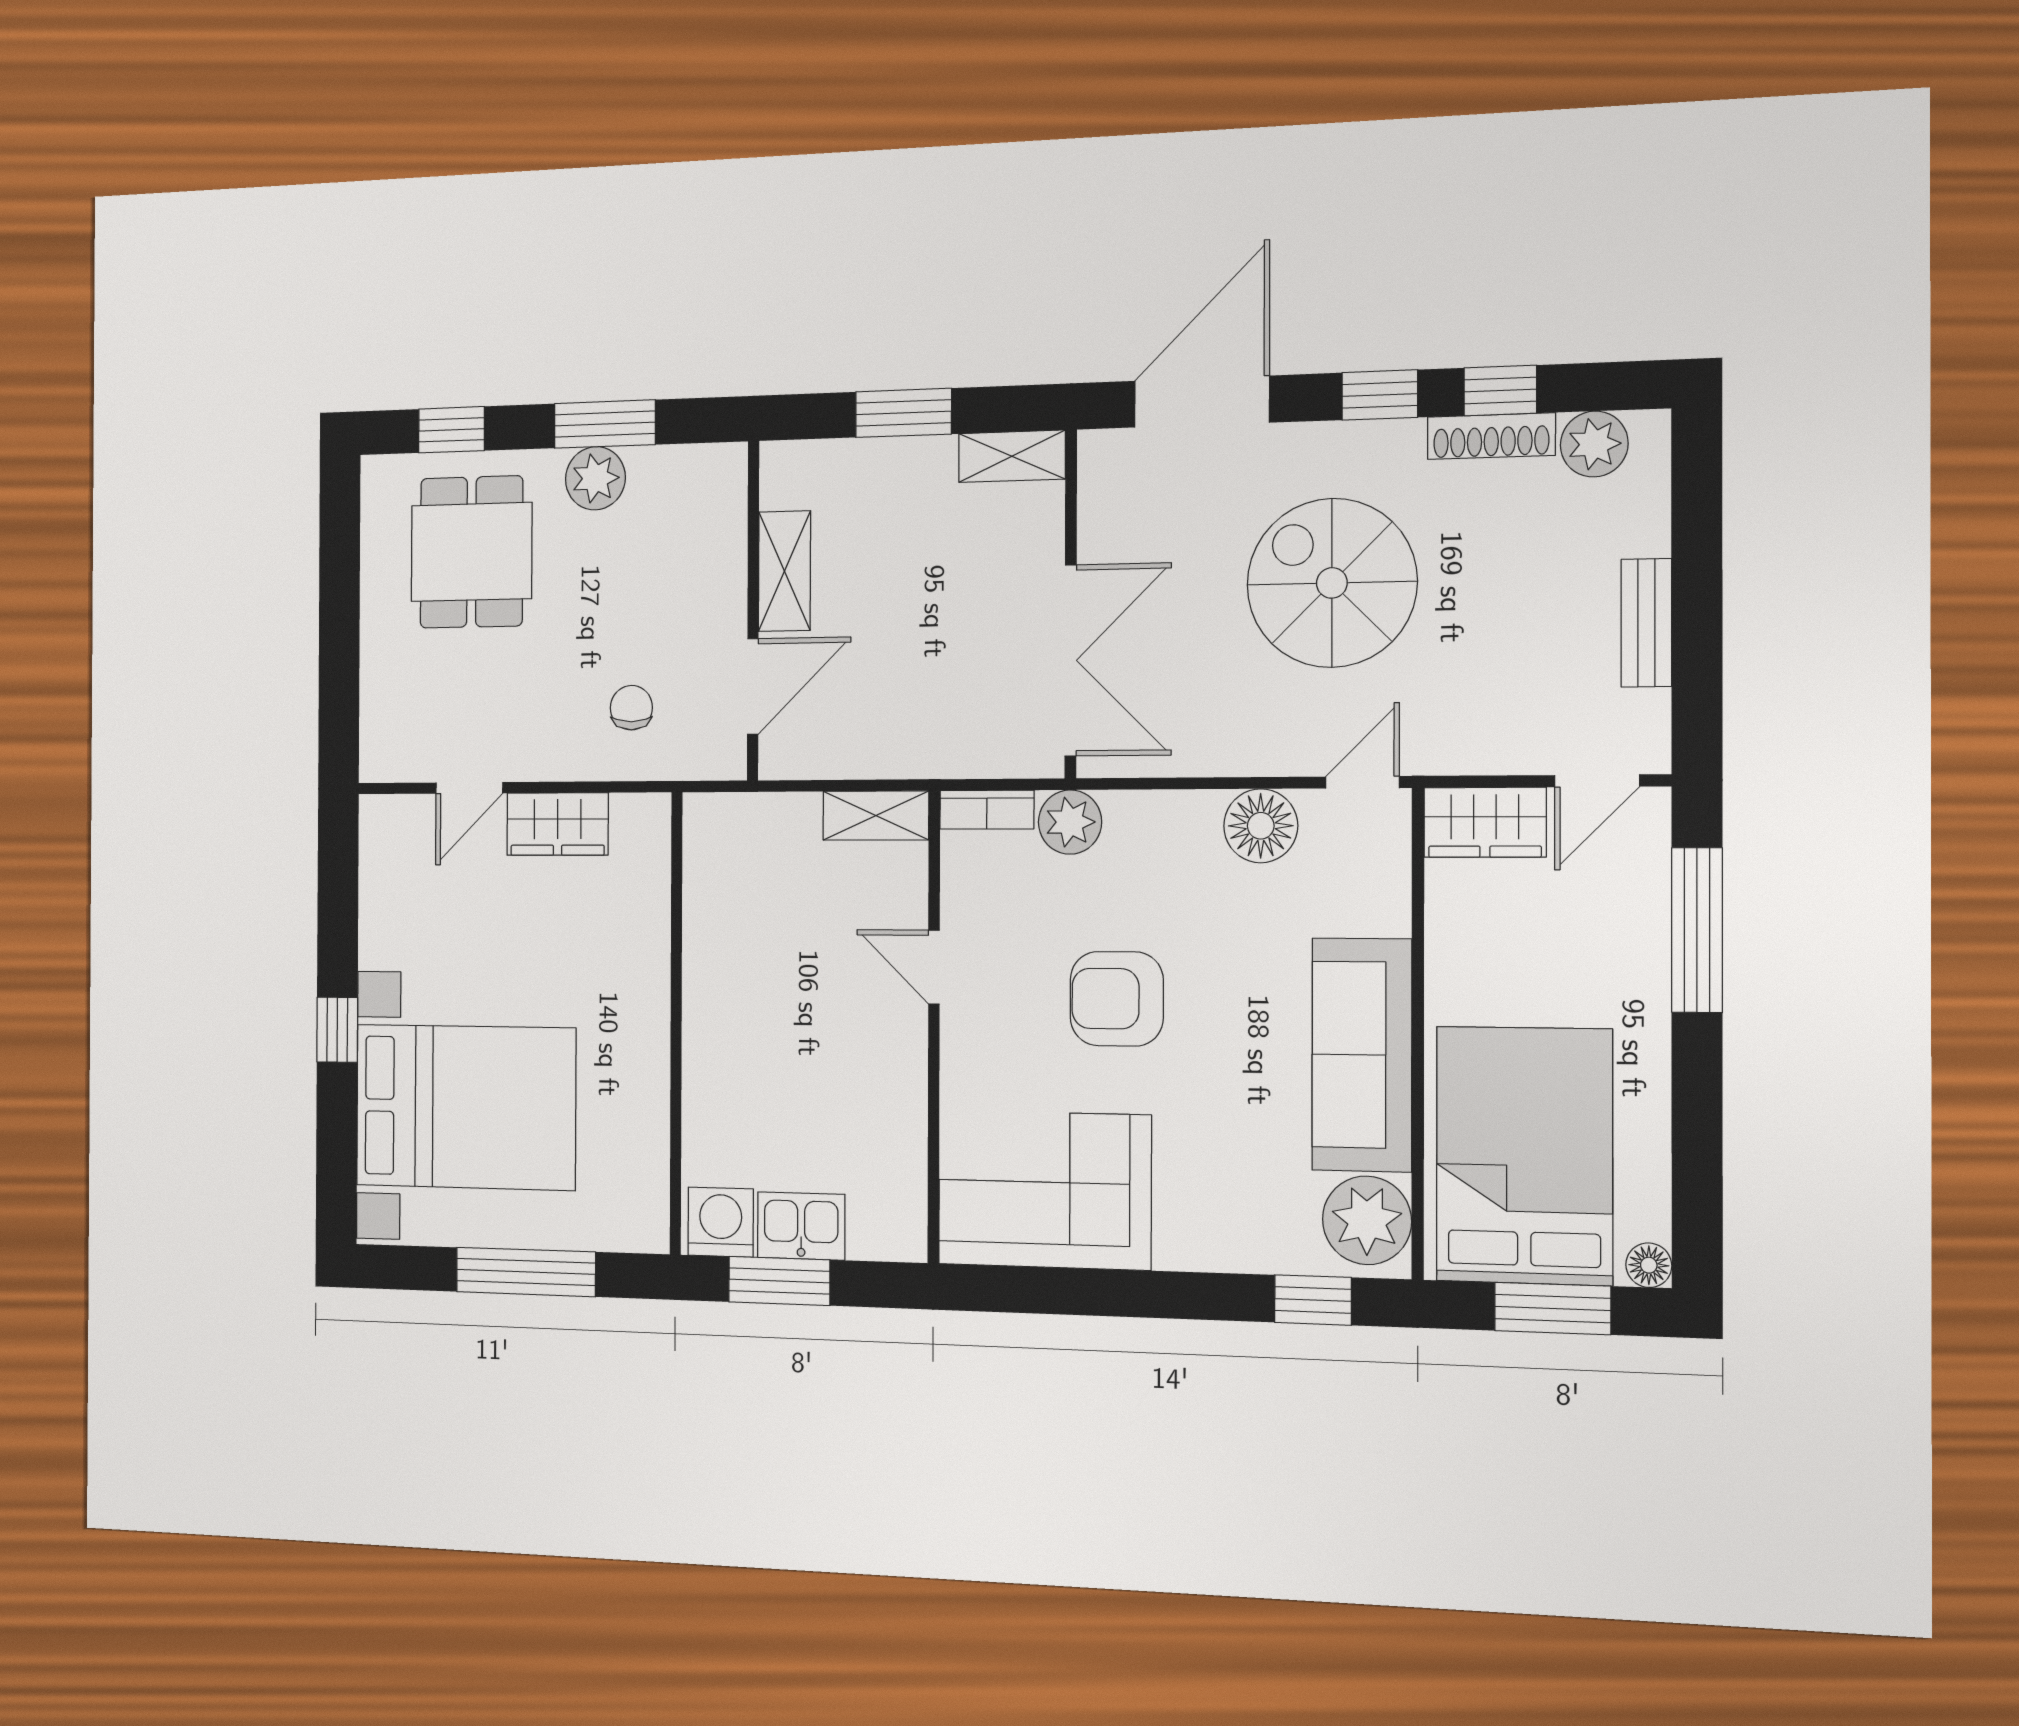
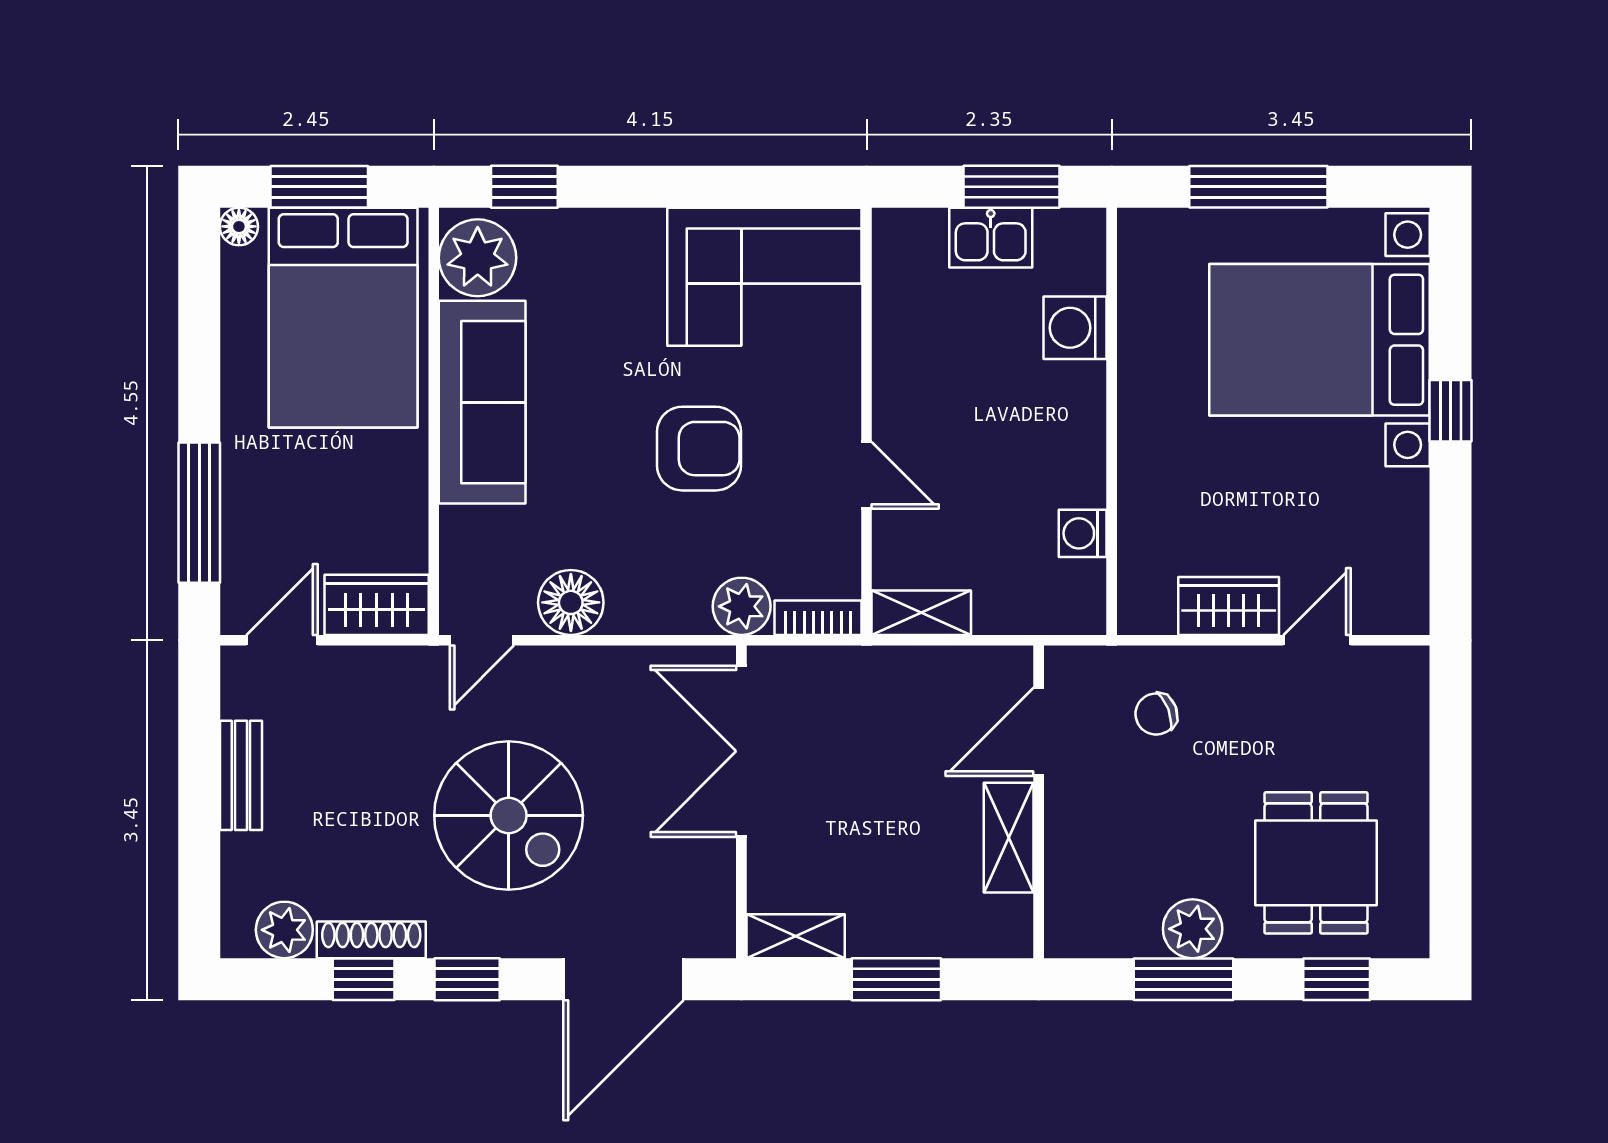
chair: (631, 708) -> (1156, 714), turned 69
washing machine: (706, 902) -> (1083, 533), added
washing machine: (721, 1222) -> (1075, 328), moved, turned 90

